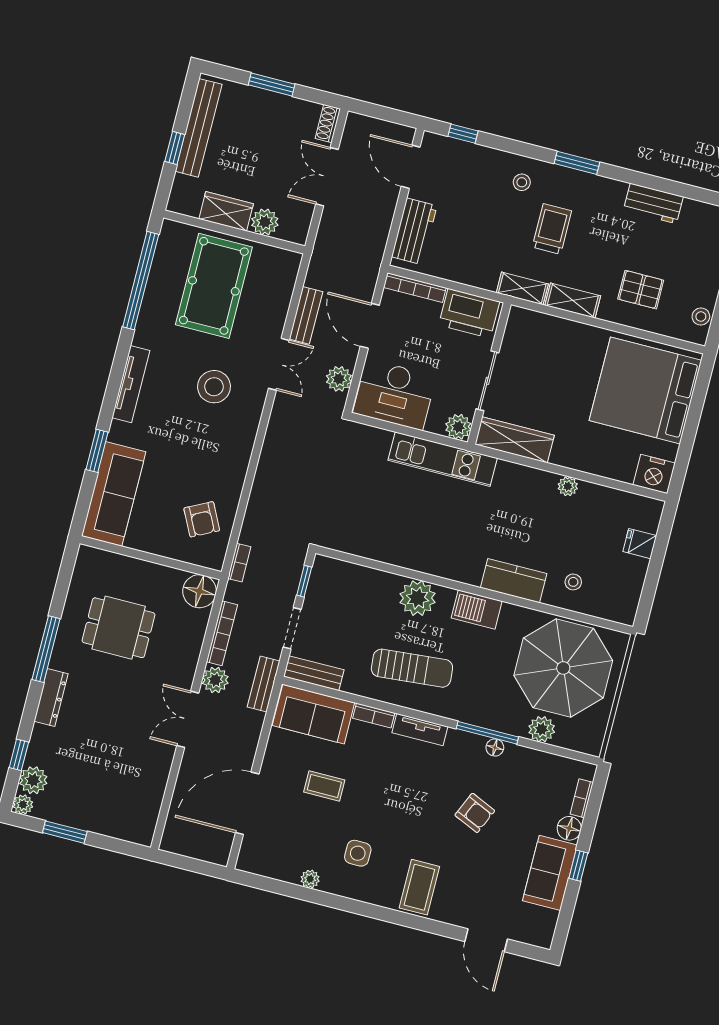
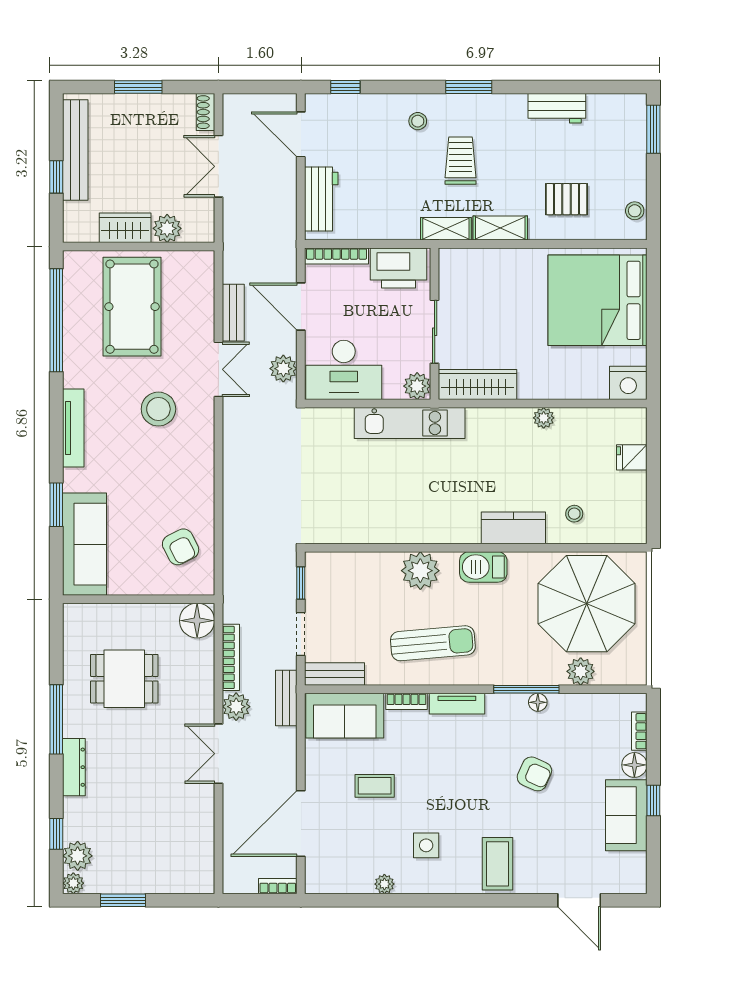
bookcase: (239, 563) -> (278, 886), moved, turned -90

